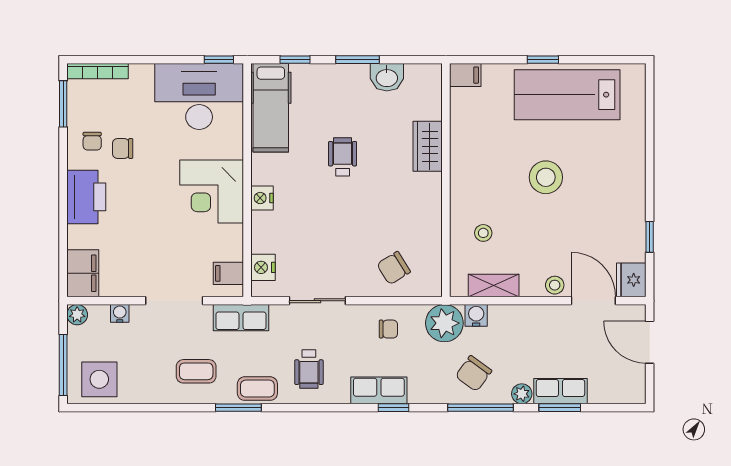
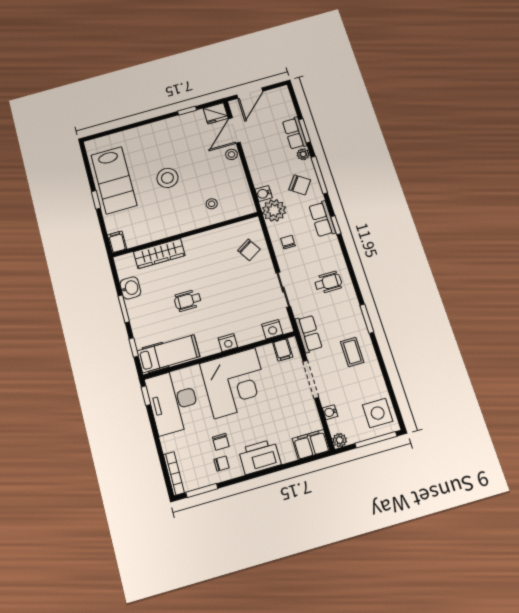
wardrobe: (428, 146) -> (159, 254), width x1.50
corner desk: (212, 191) -> (235, 383), width x1.36, depth x1.36
shelving: (494, 286) -> (242, 189), removed
coffee table: (257, 389) -> (351, 310), removed
row of seats: (379, 390) -> (322, 219), moved

